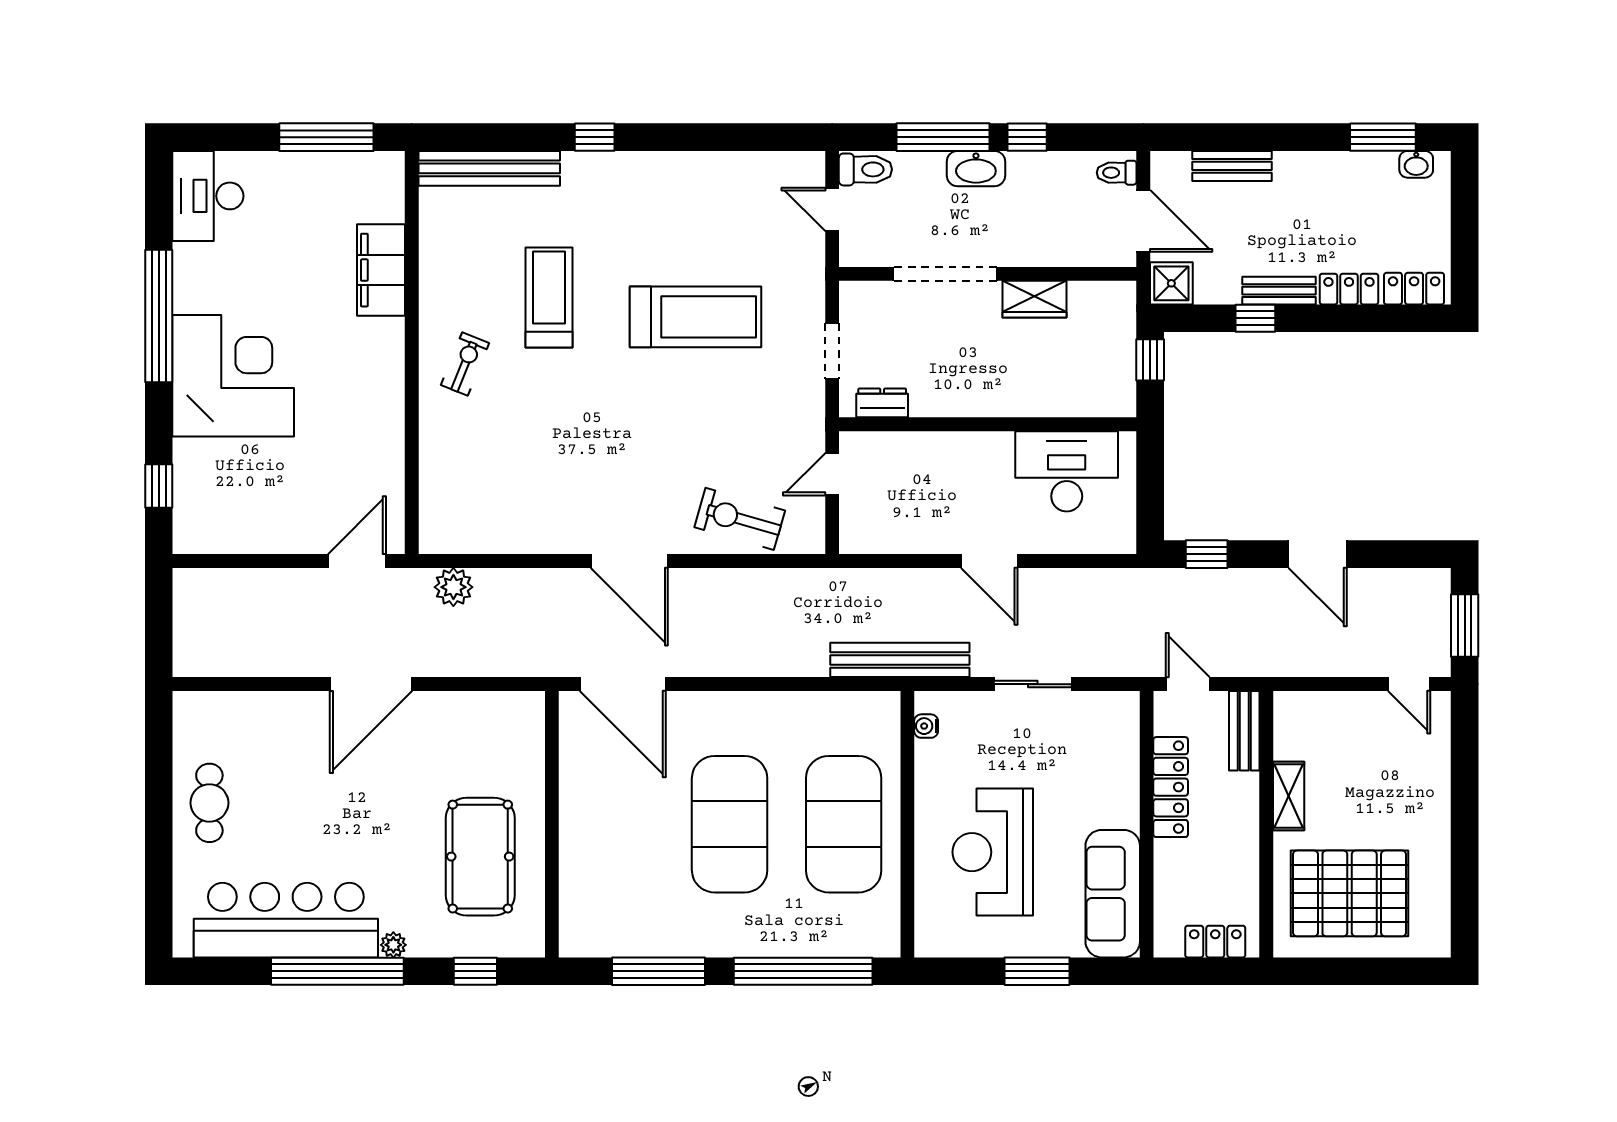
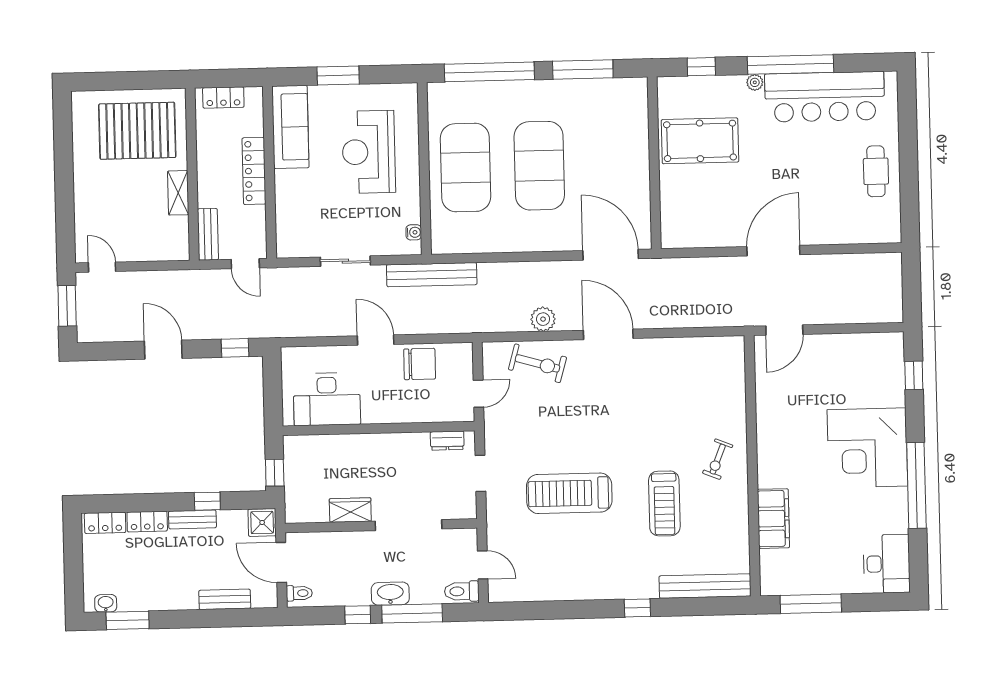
chair: (922, 522) -> (420, 364), added
plant: (453, 587) -> (543, 319), moved
locker: (1171, 787) -> (254, 171), moved
reception desk: (993, 852) -> (369, 152), turned 180
pool table: (480, 857) -> (700, 141), turned 90

